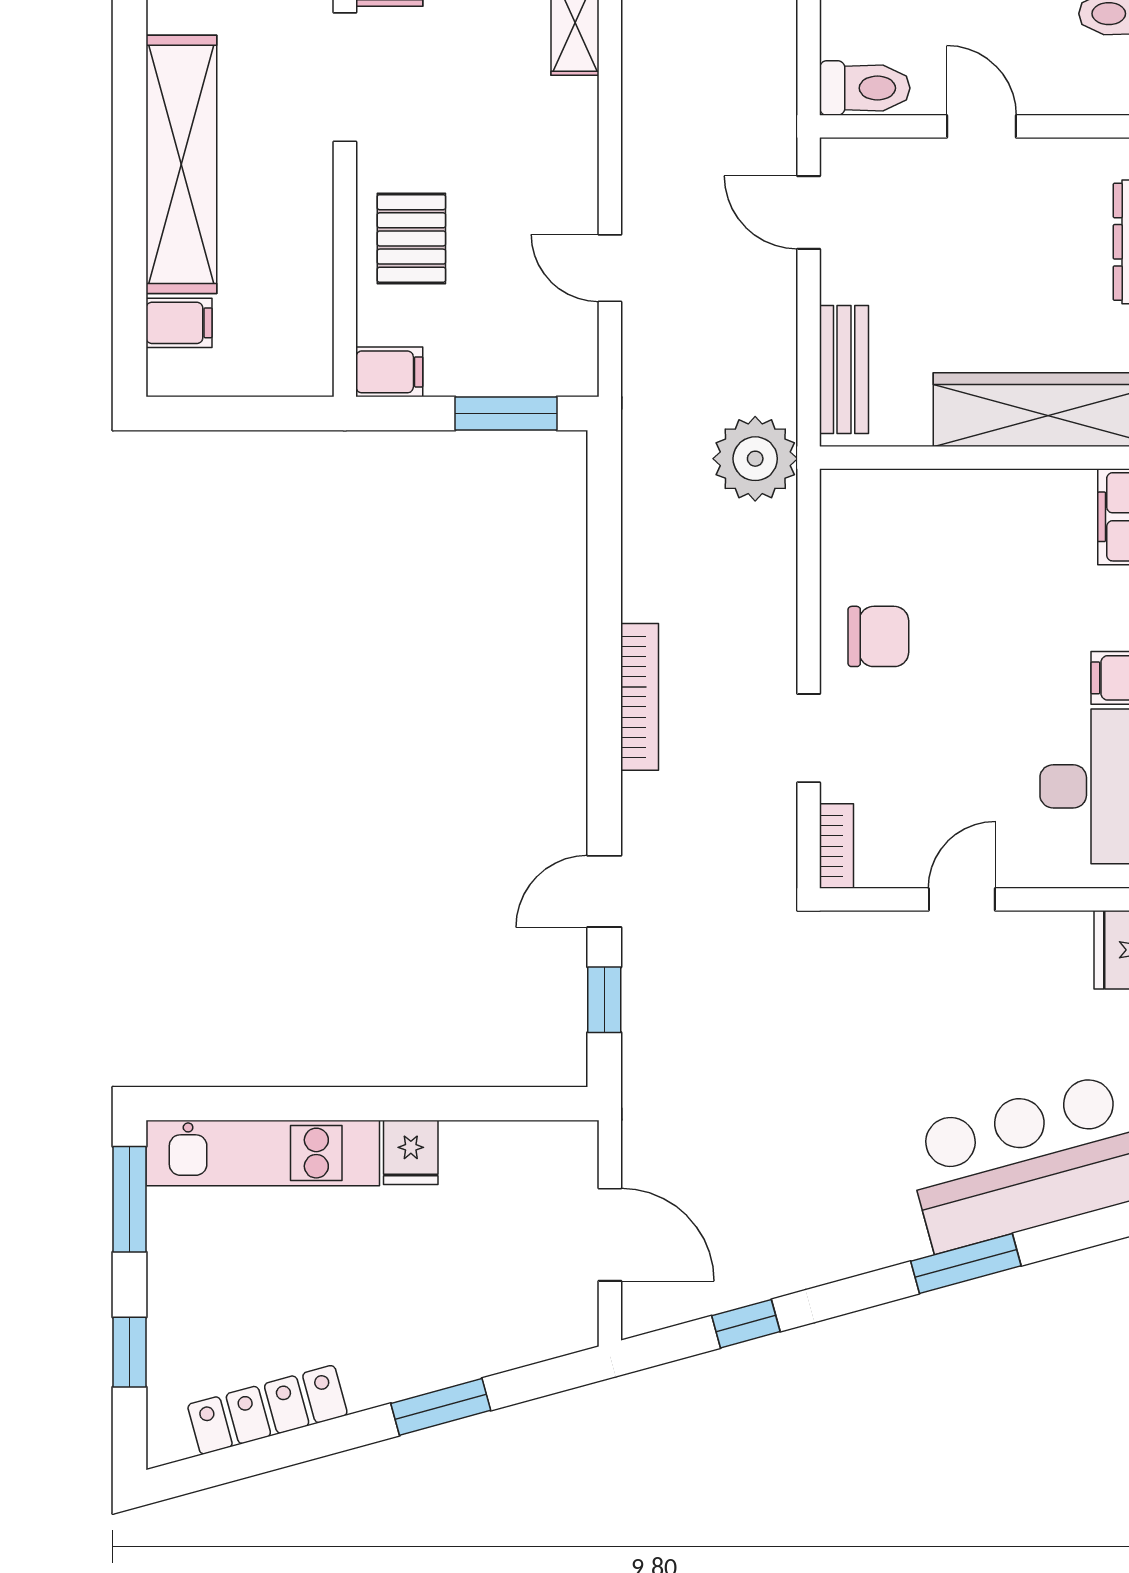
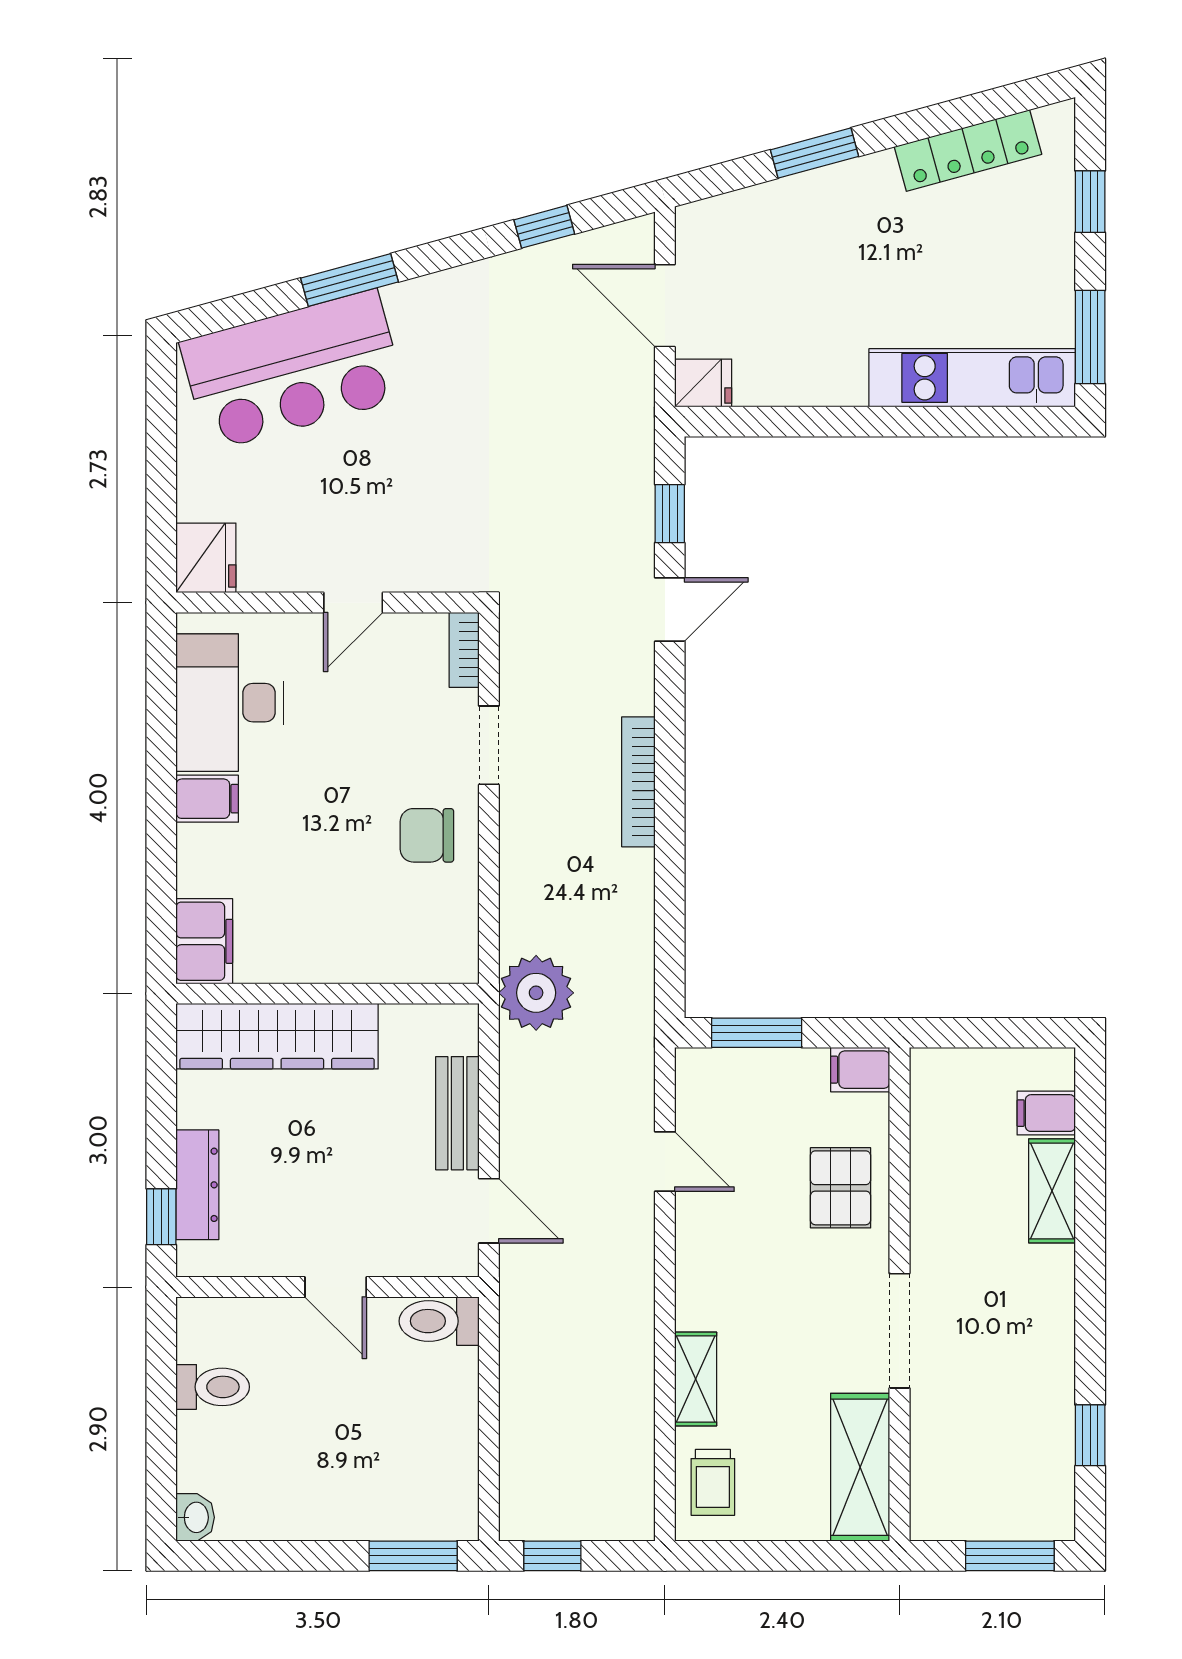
shelving: (181, 164) -> (1052, 1191), width x0.45, depth x0.75
bench: (844, 369) -> (457, 1113), moved
fridge: (411, 1152) -> (703, 383), moved, turned 90

